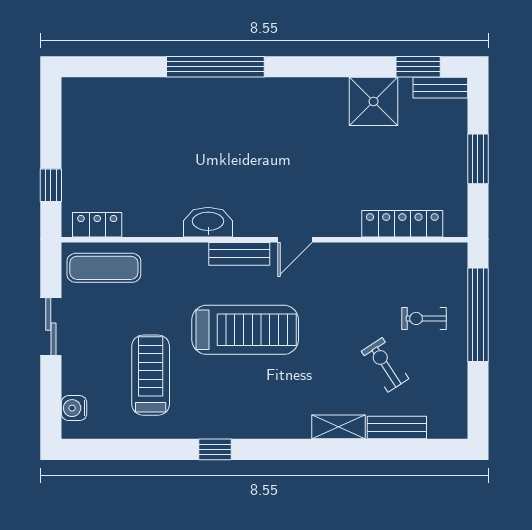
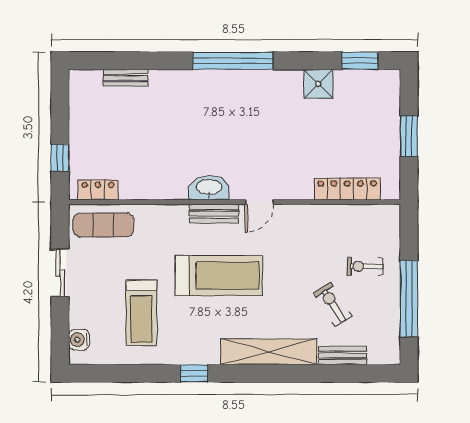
window: (215, 67) -> (233, 61), moved
bench: (440, 88) -> (126, 78), moved
shower: (373, 101) -> (318, 84), width x0.73, depth x0.73
washbasin: (208, 222) -> (209, 188), moved
window: (478, 315) -> (409, 299), moved
treadmill: (151, 375) -> (141, 313), turned 180
shelving: (338, 427) -> (269, 352), width x2.20, depth x1.33

